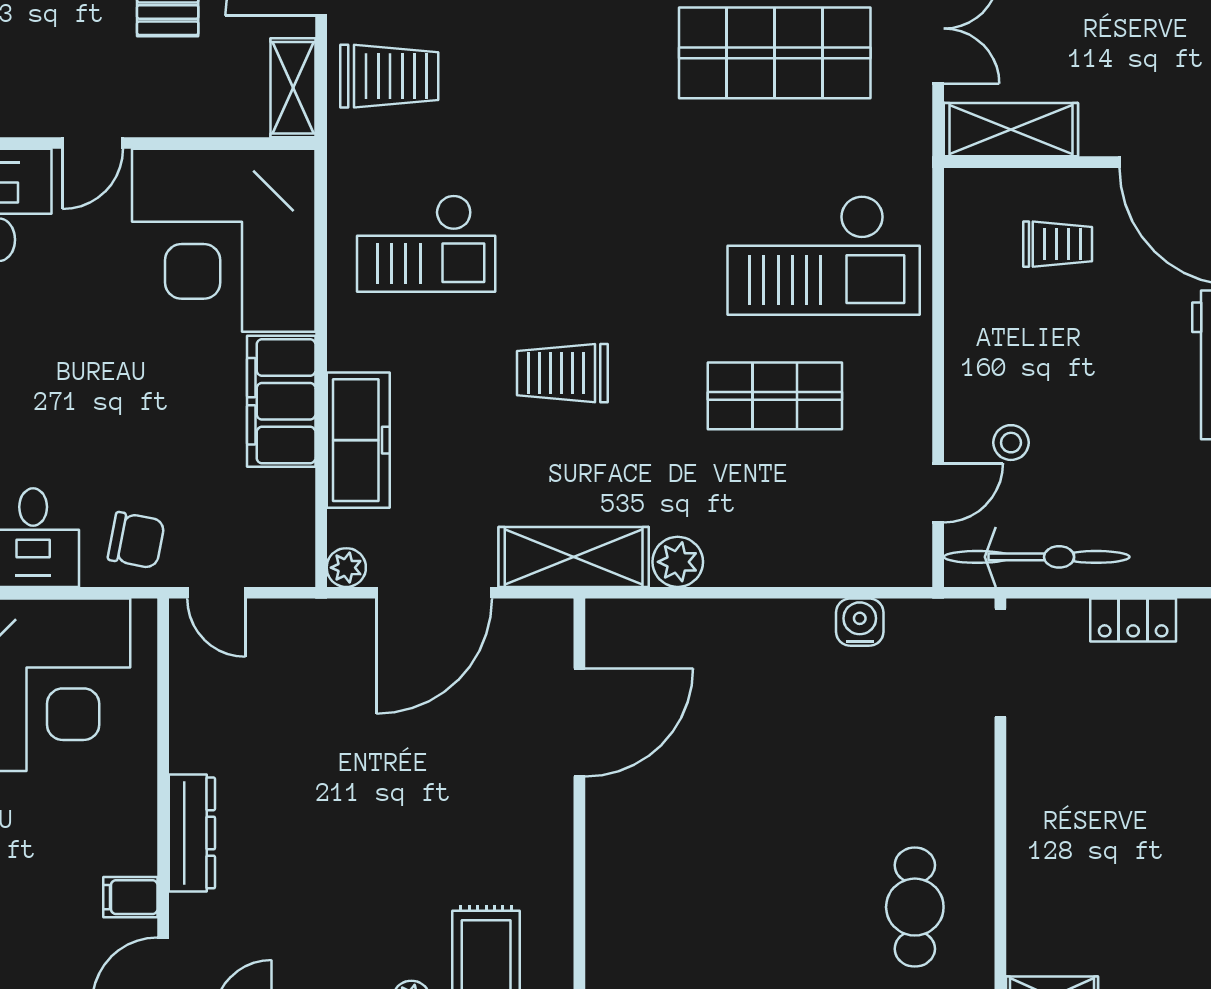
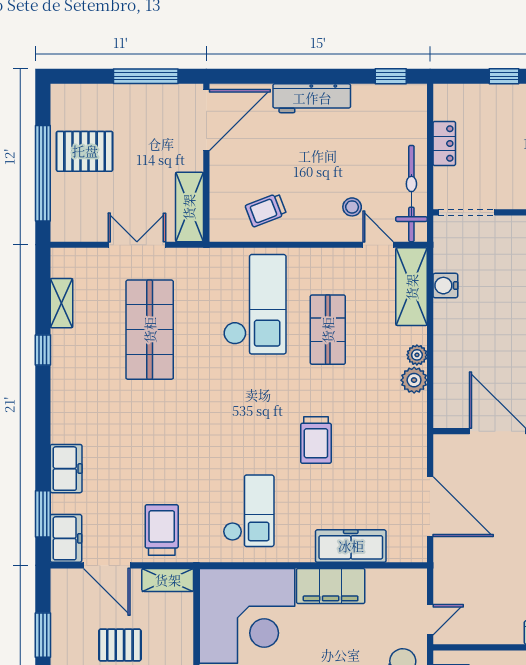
trolley: (1058, 244) -> (266, 210), moved, turned -111
shelving: (574, 557) -> (412, 287), moved
plant: (346, 568) -> (417, 355), moved

